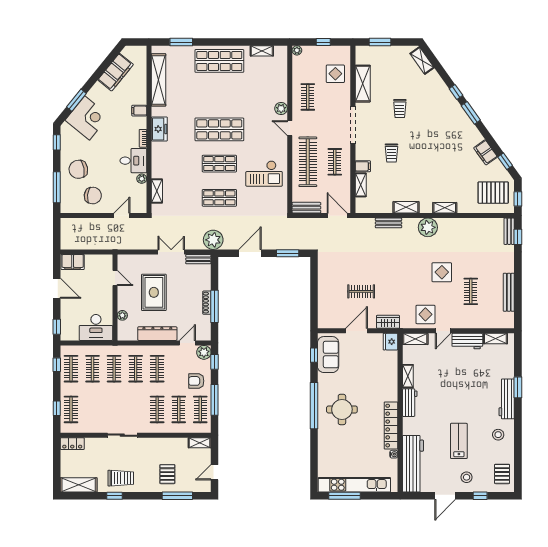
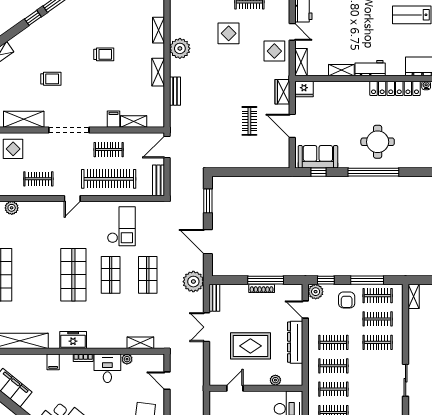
plant: (281, 109) -> (12, 208), moved
trolley: (391, 153) -> (104, 54), moved

